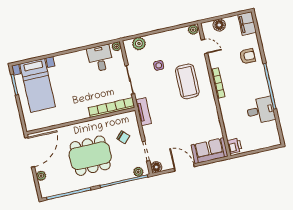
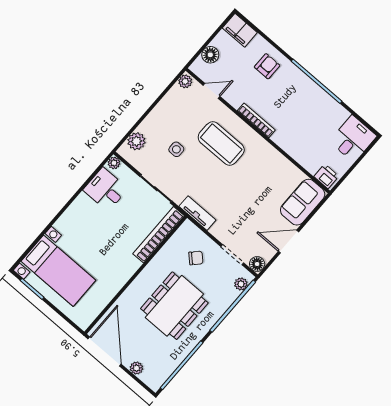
desk: (261, 110) -> (353, 139), moved

